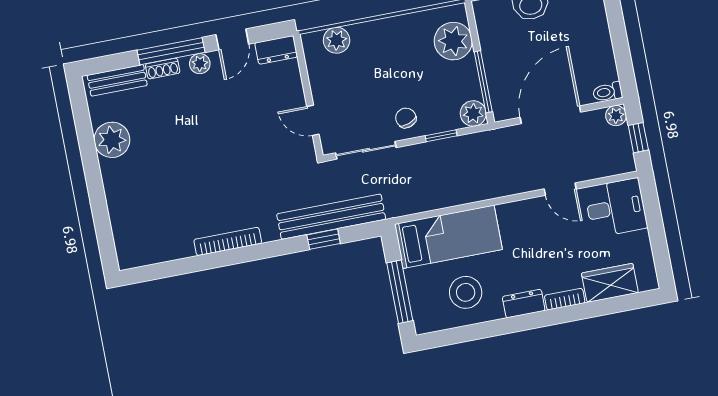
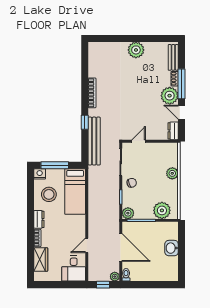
plant: (337, 40) -> (172, 173), moved
plant: (200, 64) -> (170, 96), width x1.87, depth x1.87
plant: (112, 140) -> (136, 50), moved
window: (324, 239) -> (85, 122), moved
nightstand: (425, 321) -> (40, 174), added

